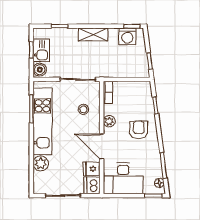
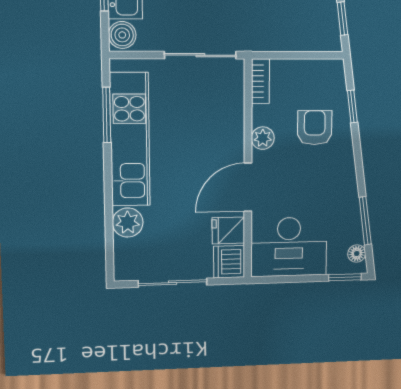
stool: (83, 109) -> (212, 115), removed
armchair: (139, 130) -> (315, 128), moved
door: (102, 146) -> (248, 187), hinge flipped

